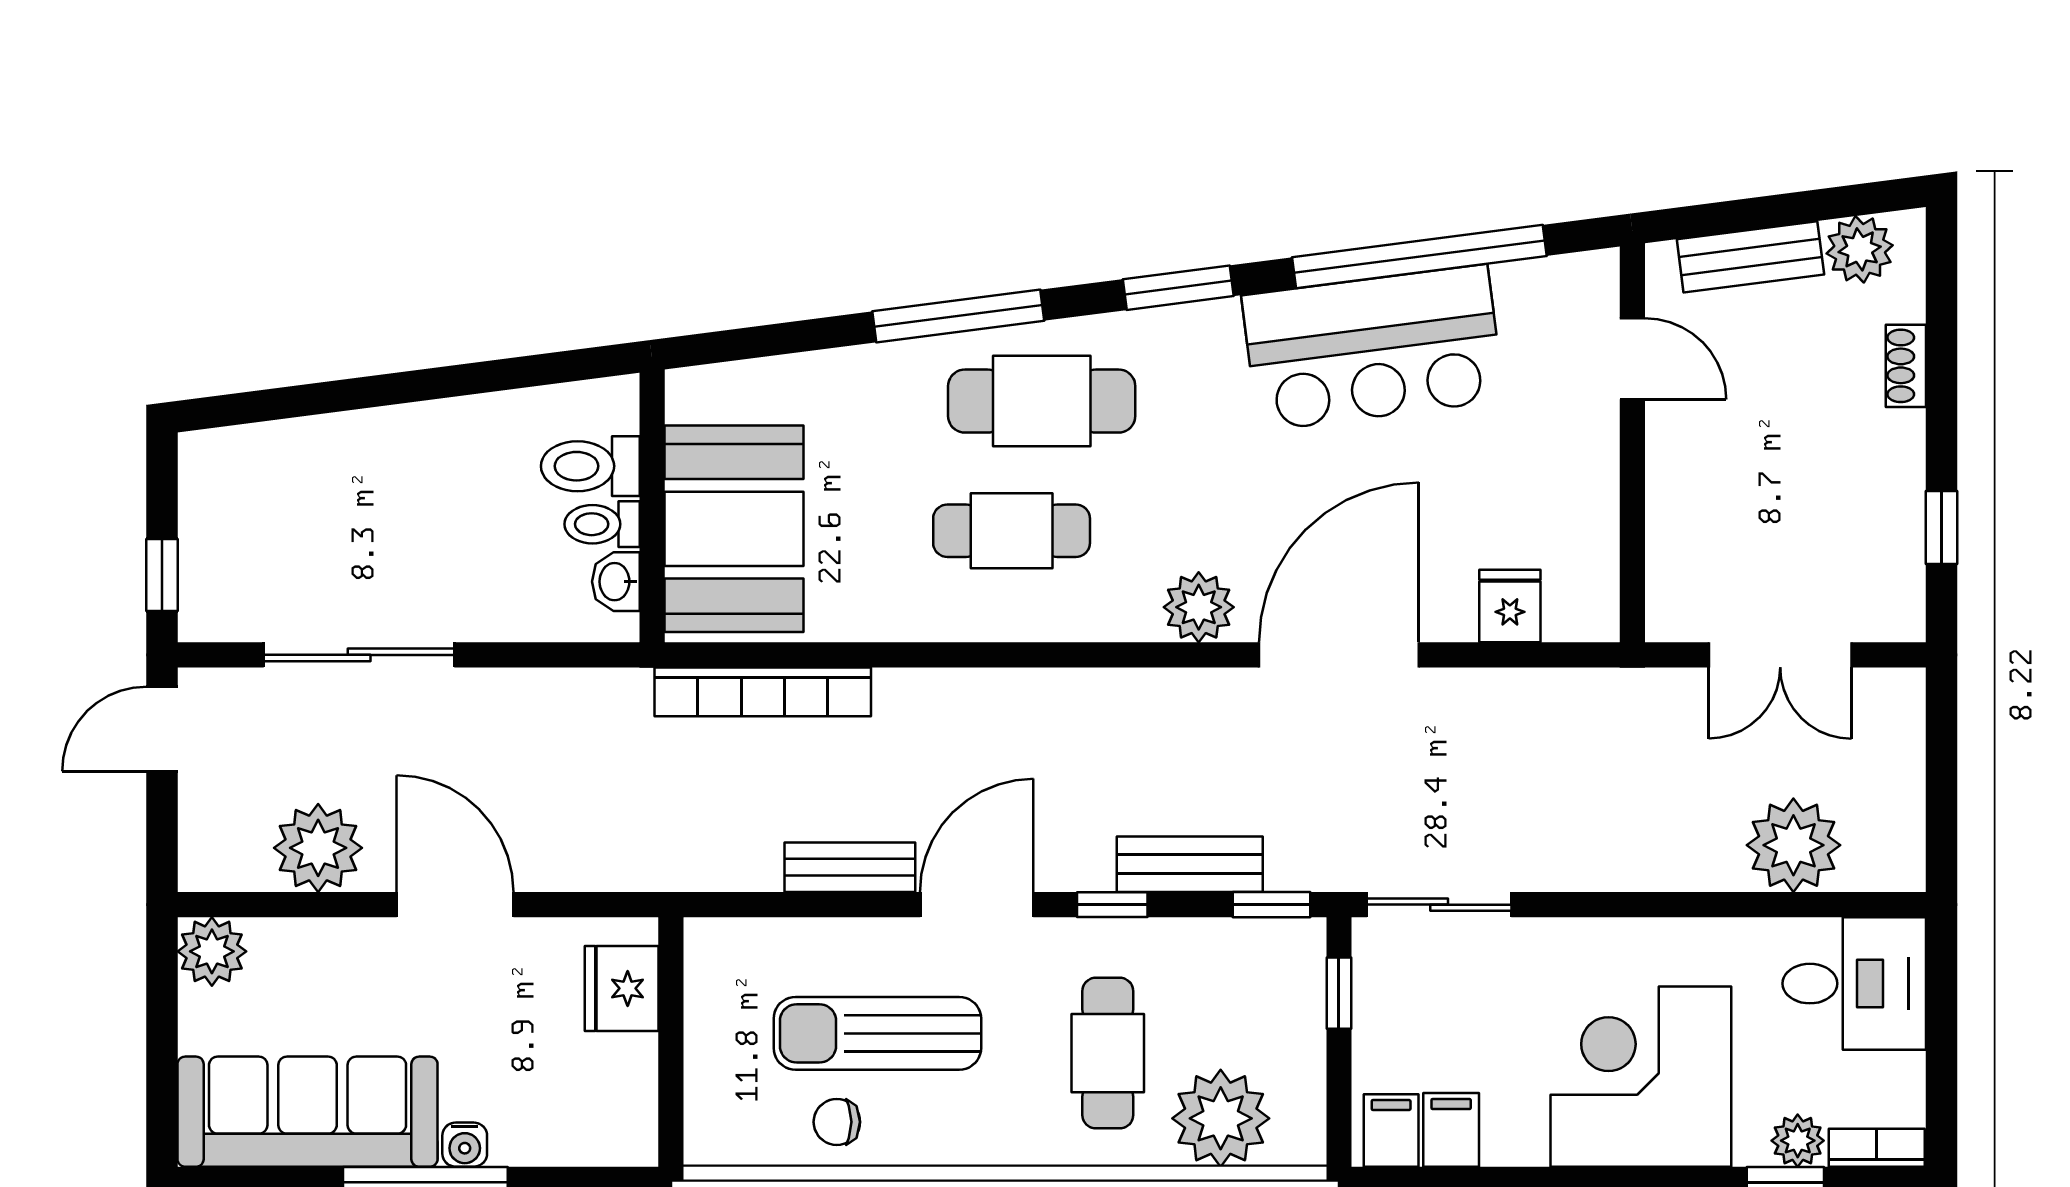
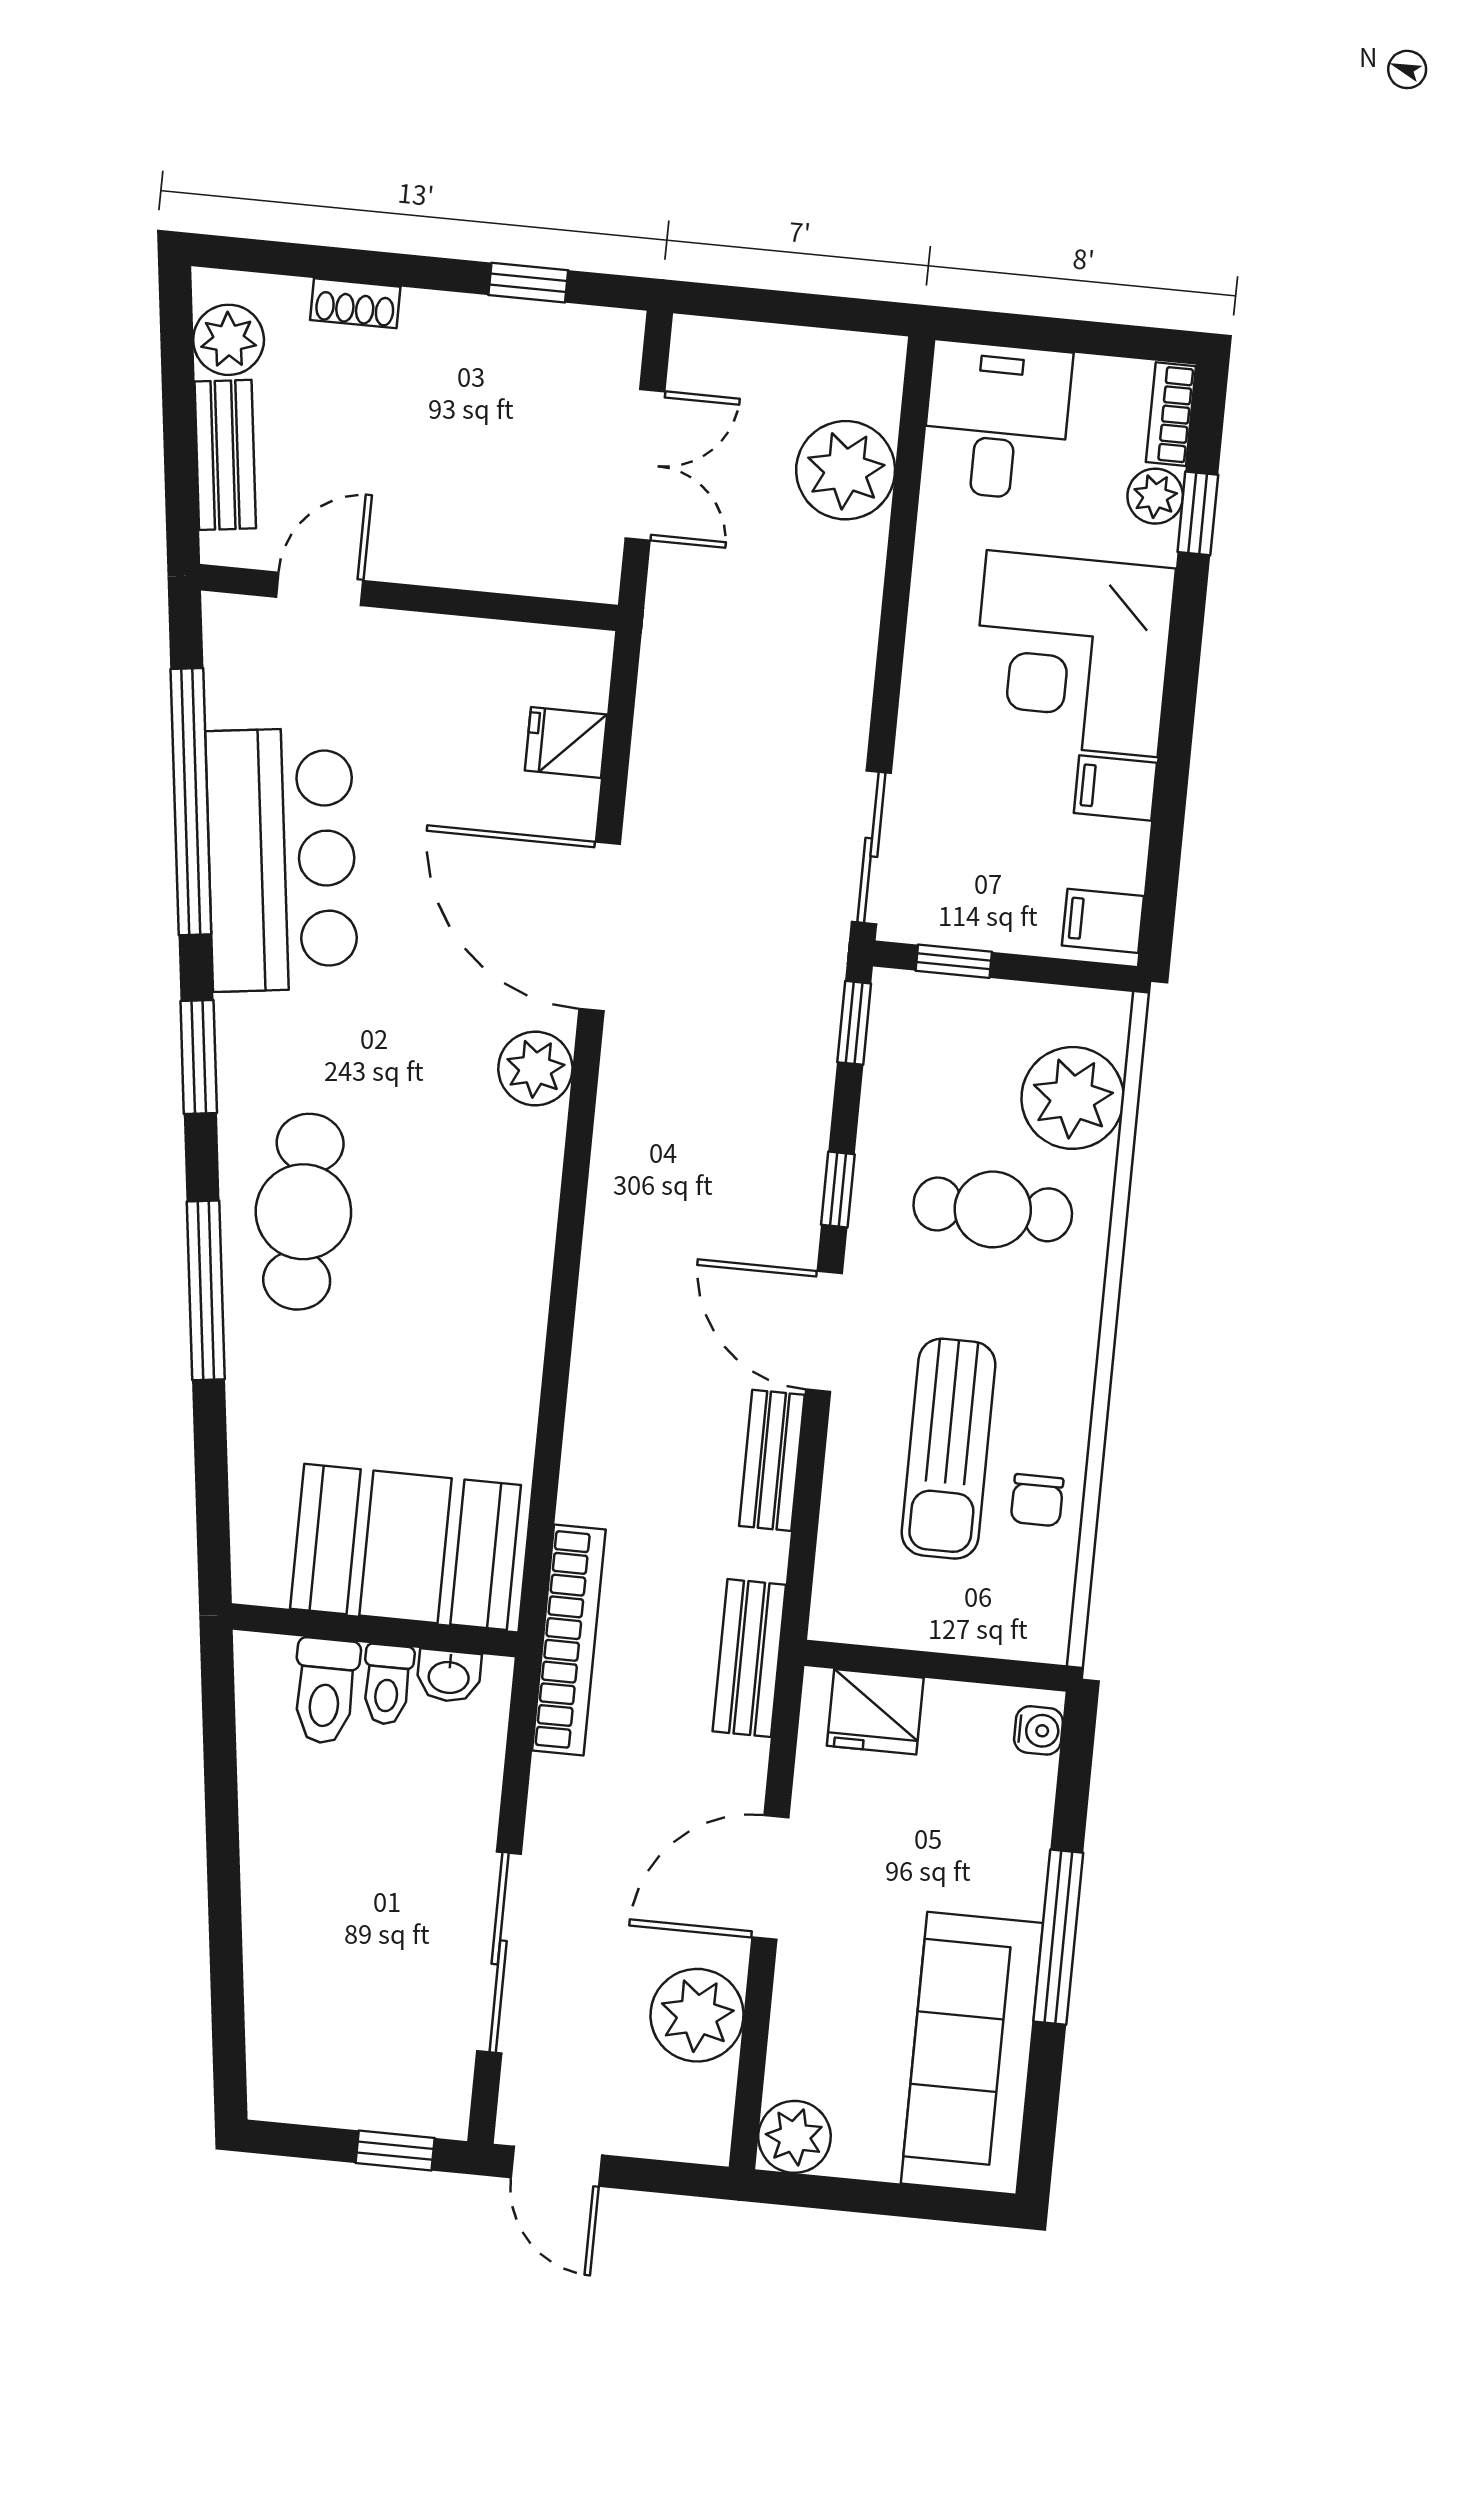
cafe table: (1012, 531) -> (436, 1257), removed
bookcase: (763, 692) -> (569, 1640), moved
bench: (1190, 864) -> (749, 1658), moved
filing cabinet: (1451, 1130) -> (1115, 788), moved
water cooler: (465, 1145) -> (1038, 1730), moved

